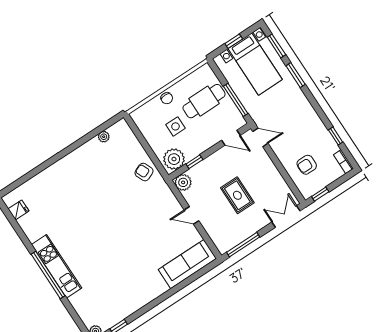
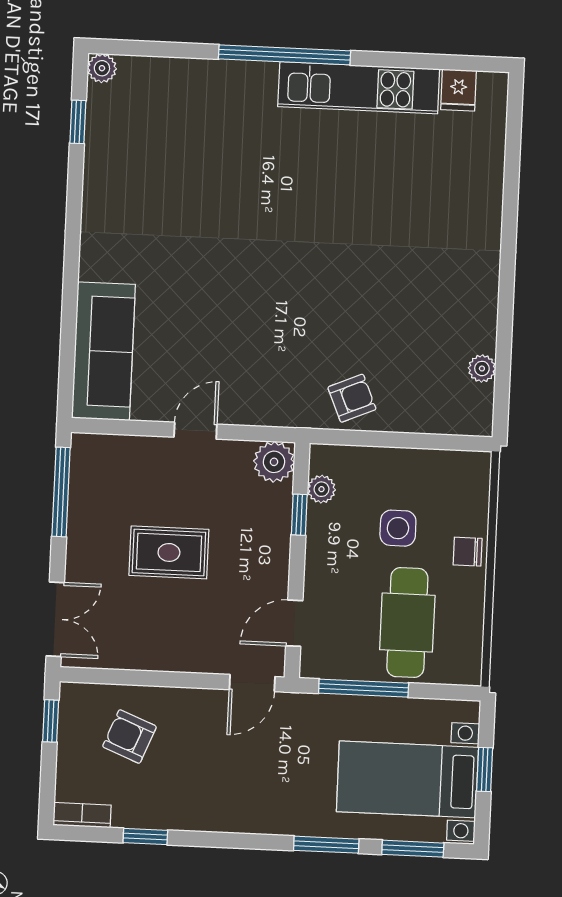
plant: (174, 159) -> (321, 489), width x0.53, depth x0.53
armchair: (307, 165) -> (129, 737), turned -68
kitchen unit: (57, 266) -> (359, 88), moved

